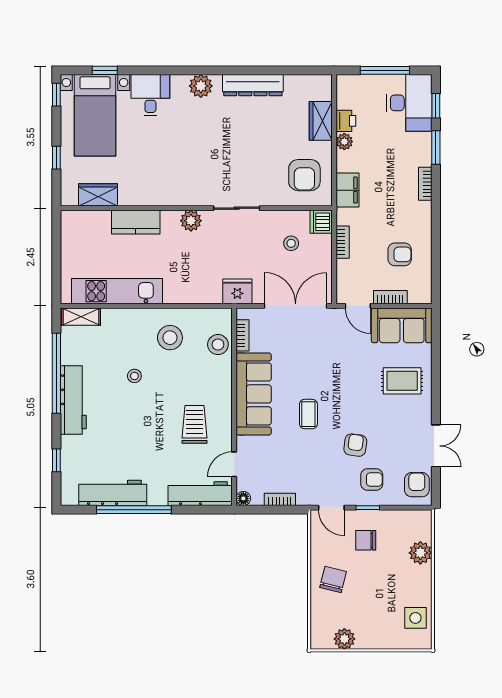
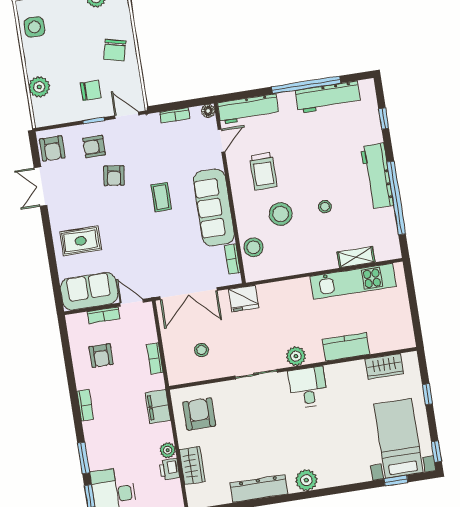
desk: (150, 95) -> (308, 387), moved, turned 180
bookcase: (425, 184) -> (85, 405), moved
dishwasher: (321, 222) -> (177, 374), removed
armchair: (400, 254) -> (101, 356), turned -90
shelving: (81, 317) -> (356, 257), moved
stool: (170, 338) -> (281, 214), moved

